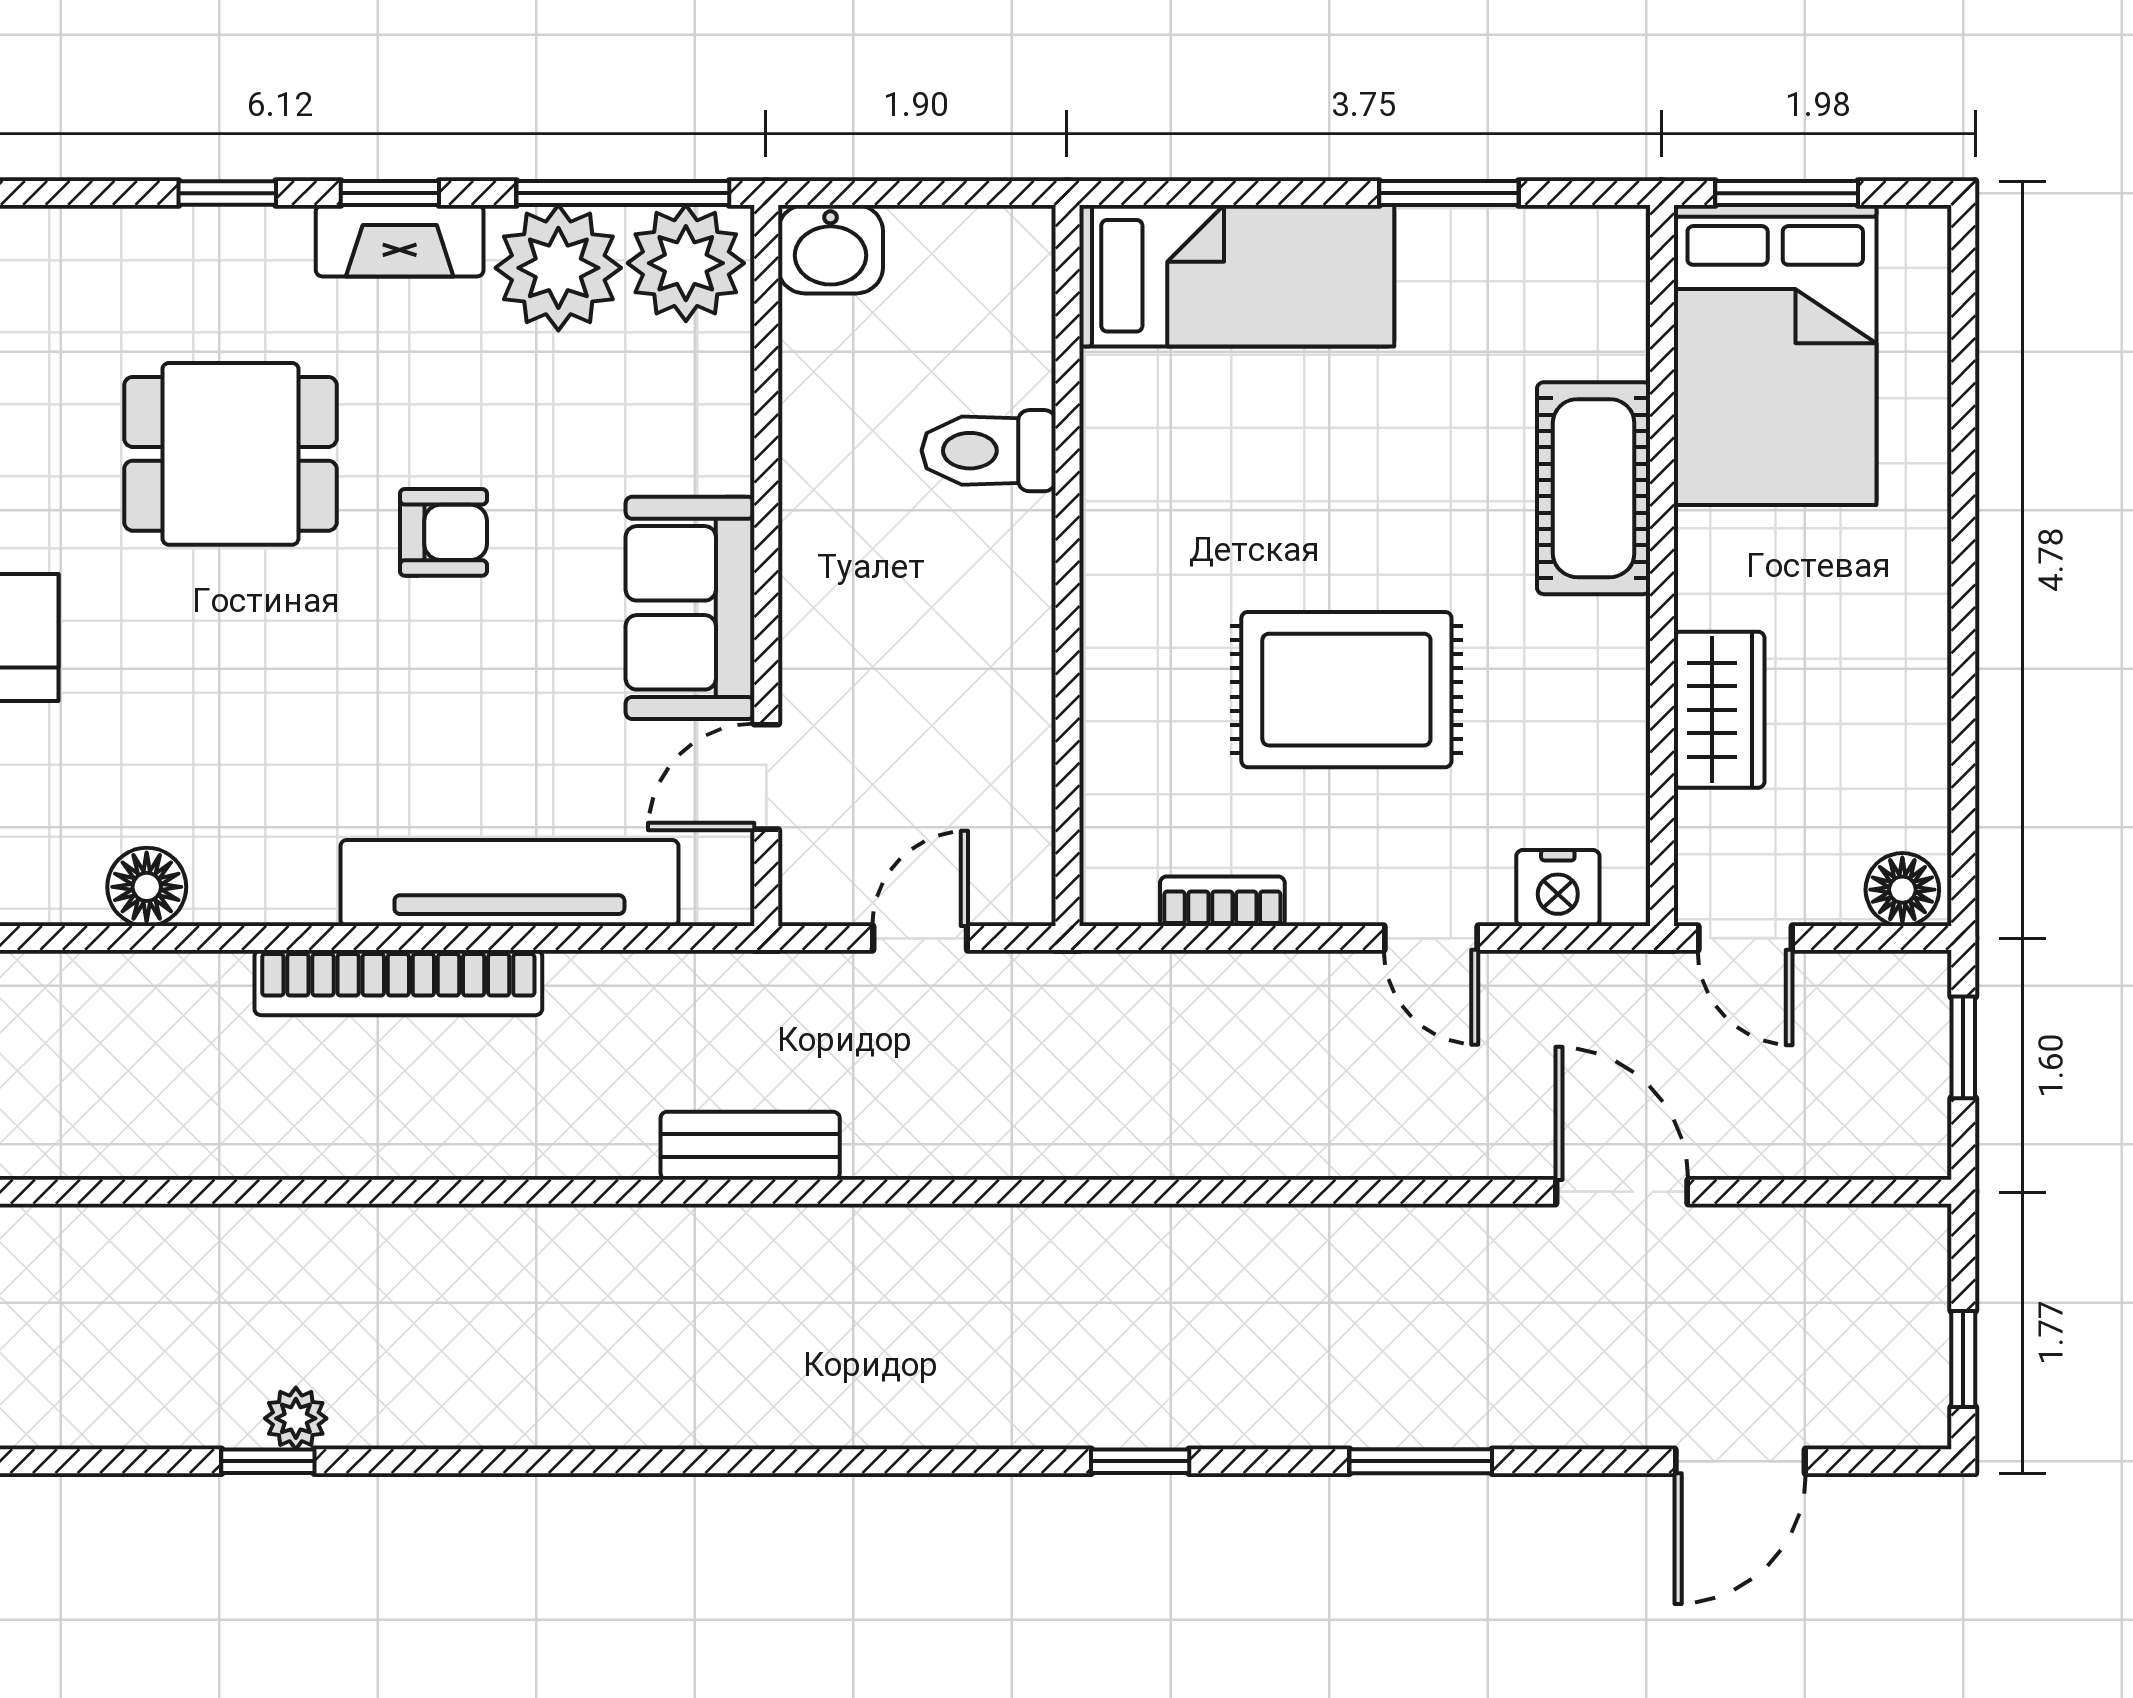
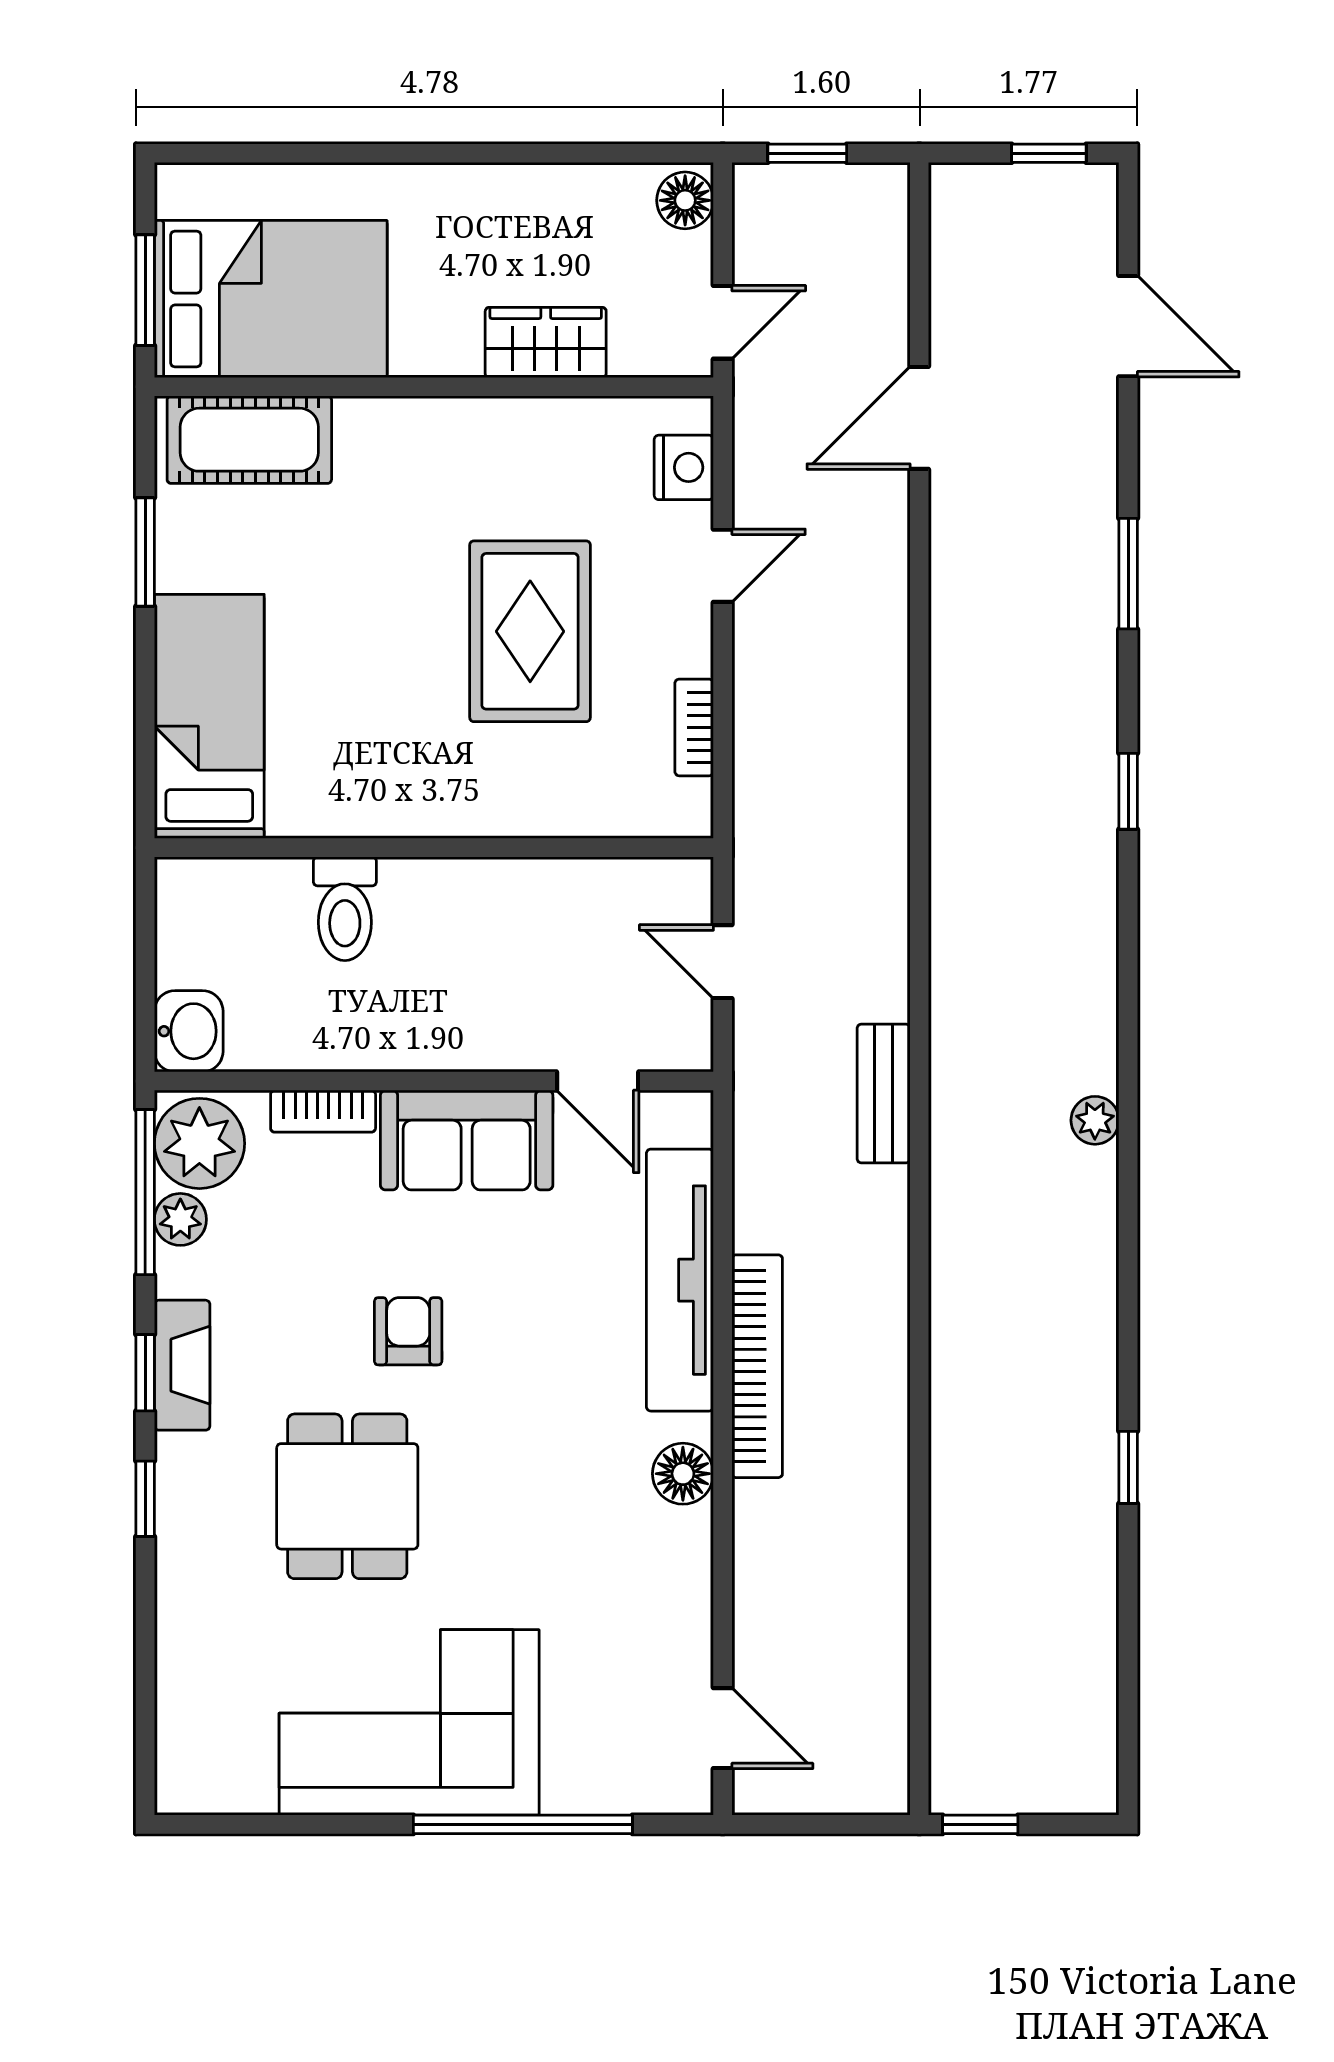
plant: (558, 268) -> (180, 1219), width x0.53, depth x0.53
bookcase: (727, 423) -> (323, 1111), added
cot: (1594, 488) -> (249, 440), moved
floor lamp: (147, 887) -> (683, 1474), moved
plant: (296, 1418) -> (1095, 1120), moved

